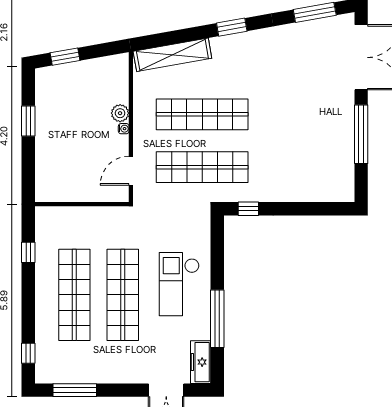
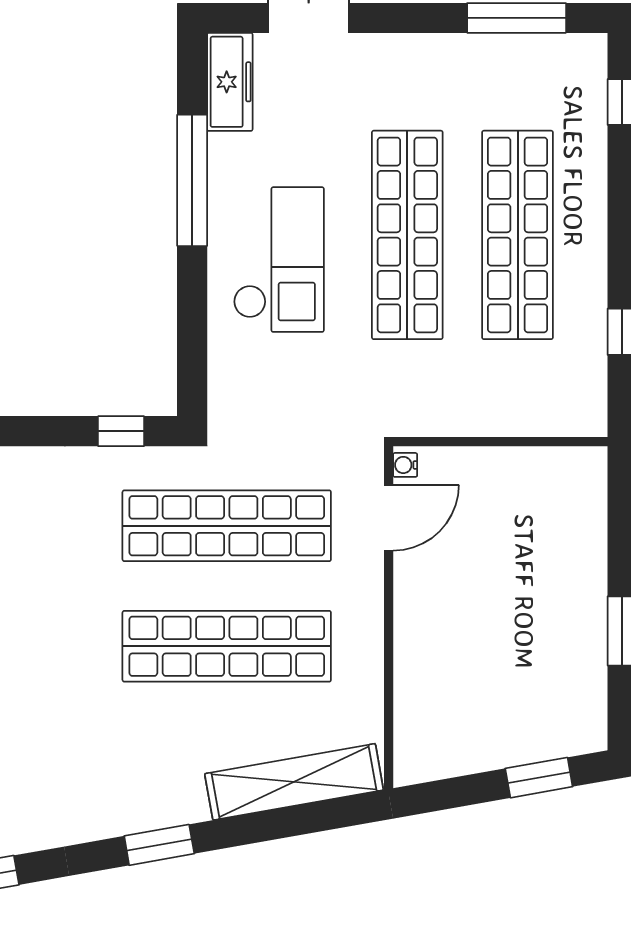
plant: (120, 113) -> (413, 649), removed
water cooler: (124, 129) -> (405, 465), moved

